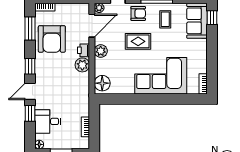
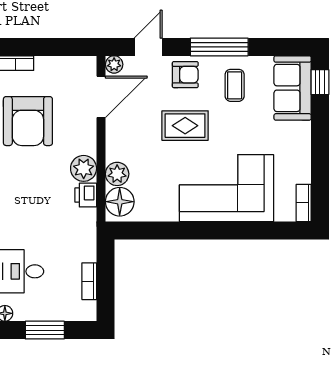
printer: (84, 50) -> (86, 195), moved
plant: (101, 51) -> (117, 174), moved

